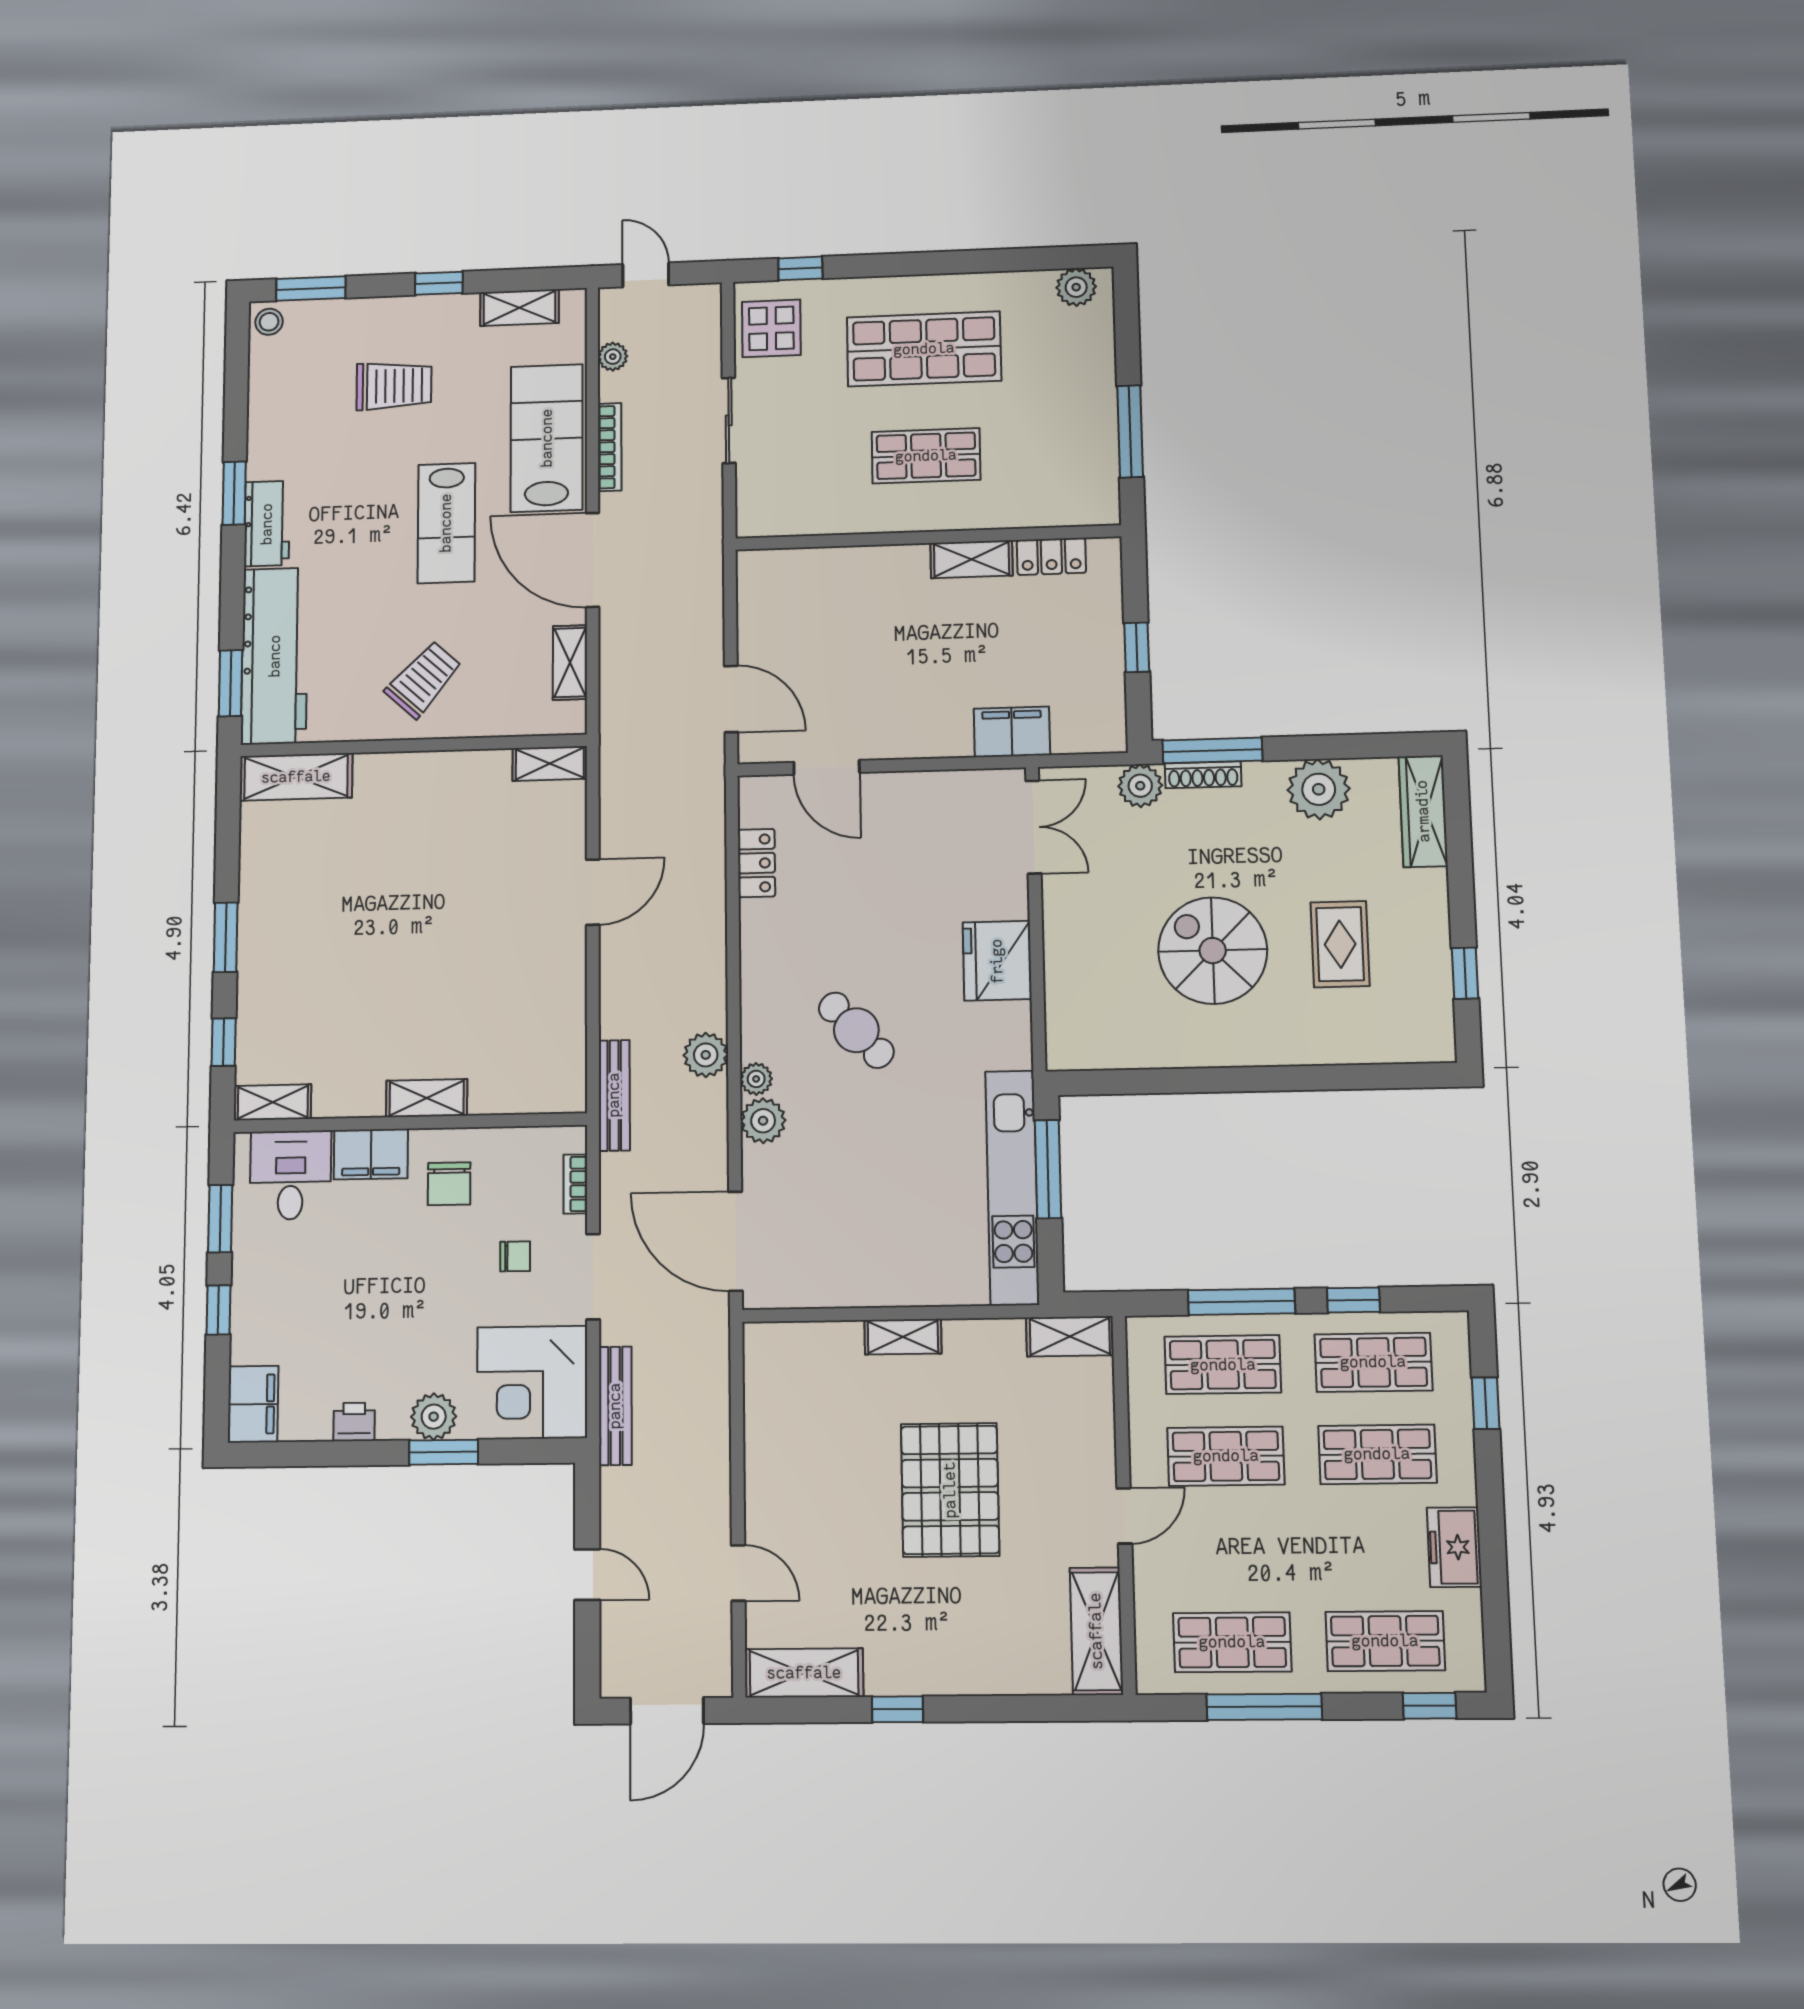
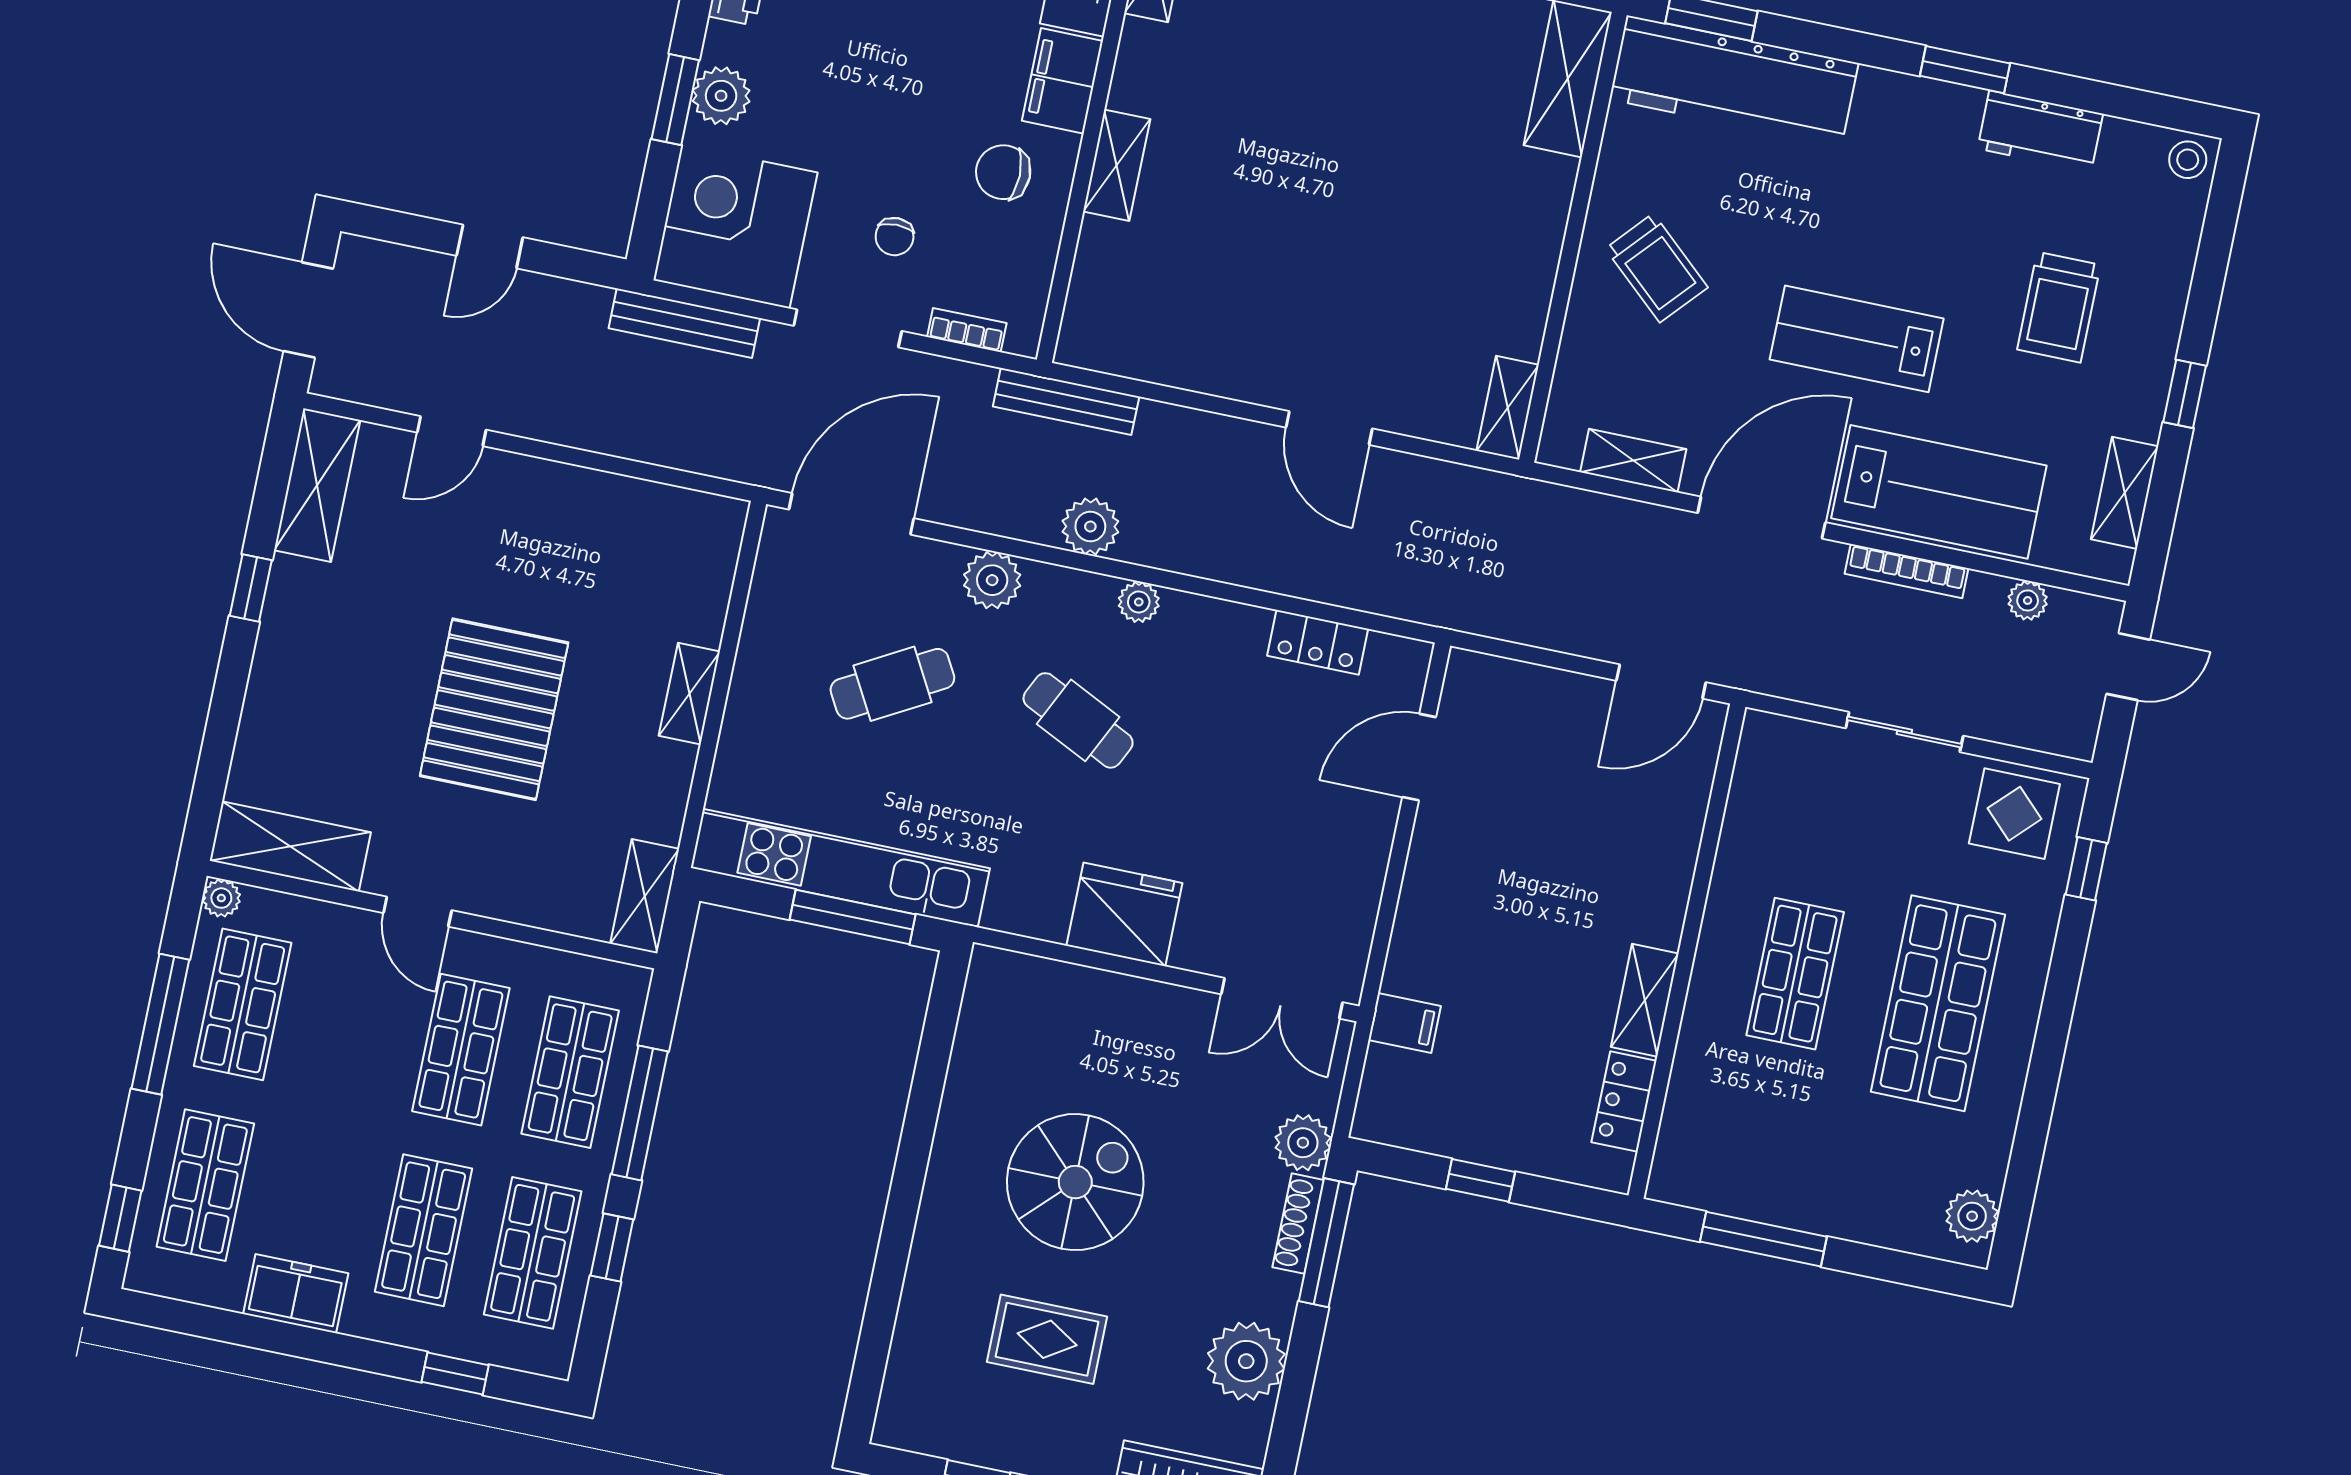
window: (311, 288) -> (2220, 224), removed
workbench: (267, 524) -> (2040, 131), moved
door: (731, 699) -> (1661, 682), moved
filing cabinet: (1012, 732) -> (1405, 1023), width x0.50
cafe table: (856, 1030) -> (1078, 720), turned 69
plant: (756, 1079) -> (1139, 602), moved
cafe table: (860, 1179) -> (892, 684), added
pallet: (950, 1490) -> (494, 709), turned 90
plant: (1151, 1679) -> (221, 898), added

